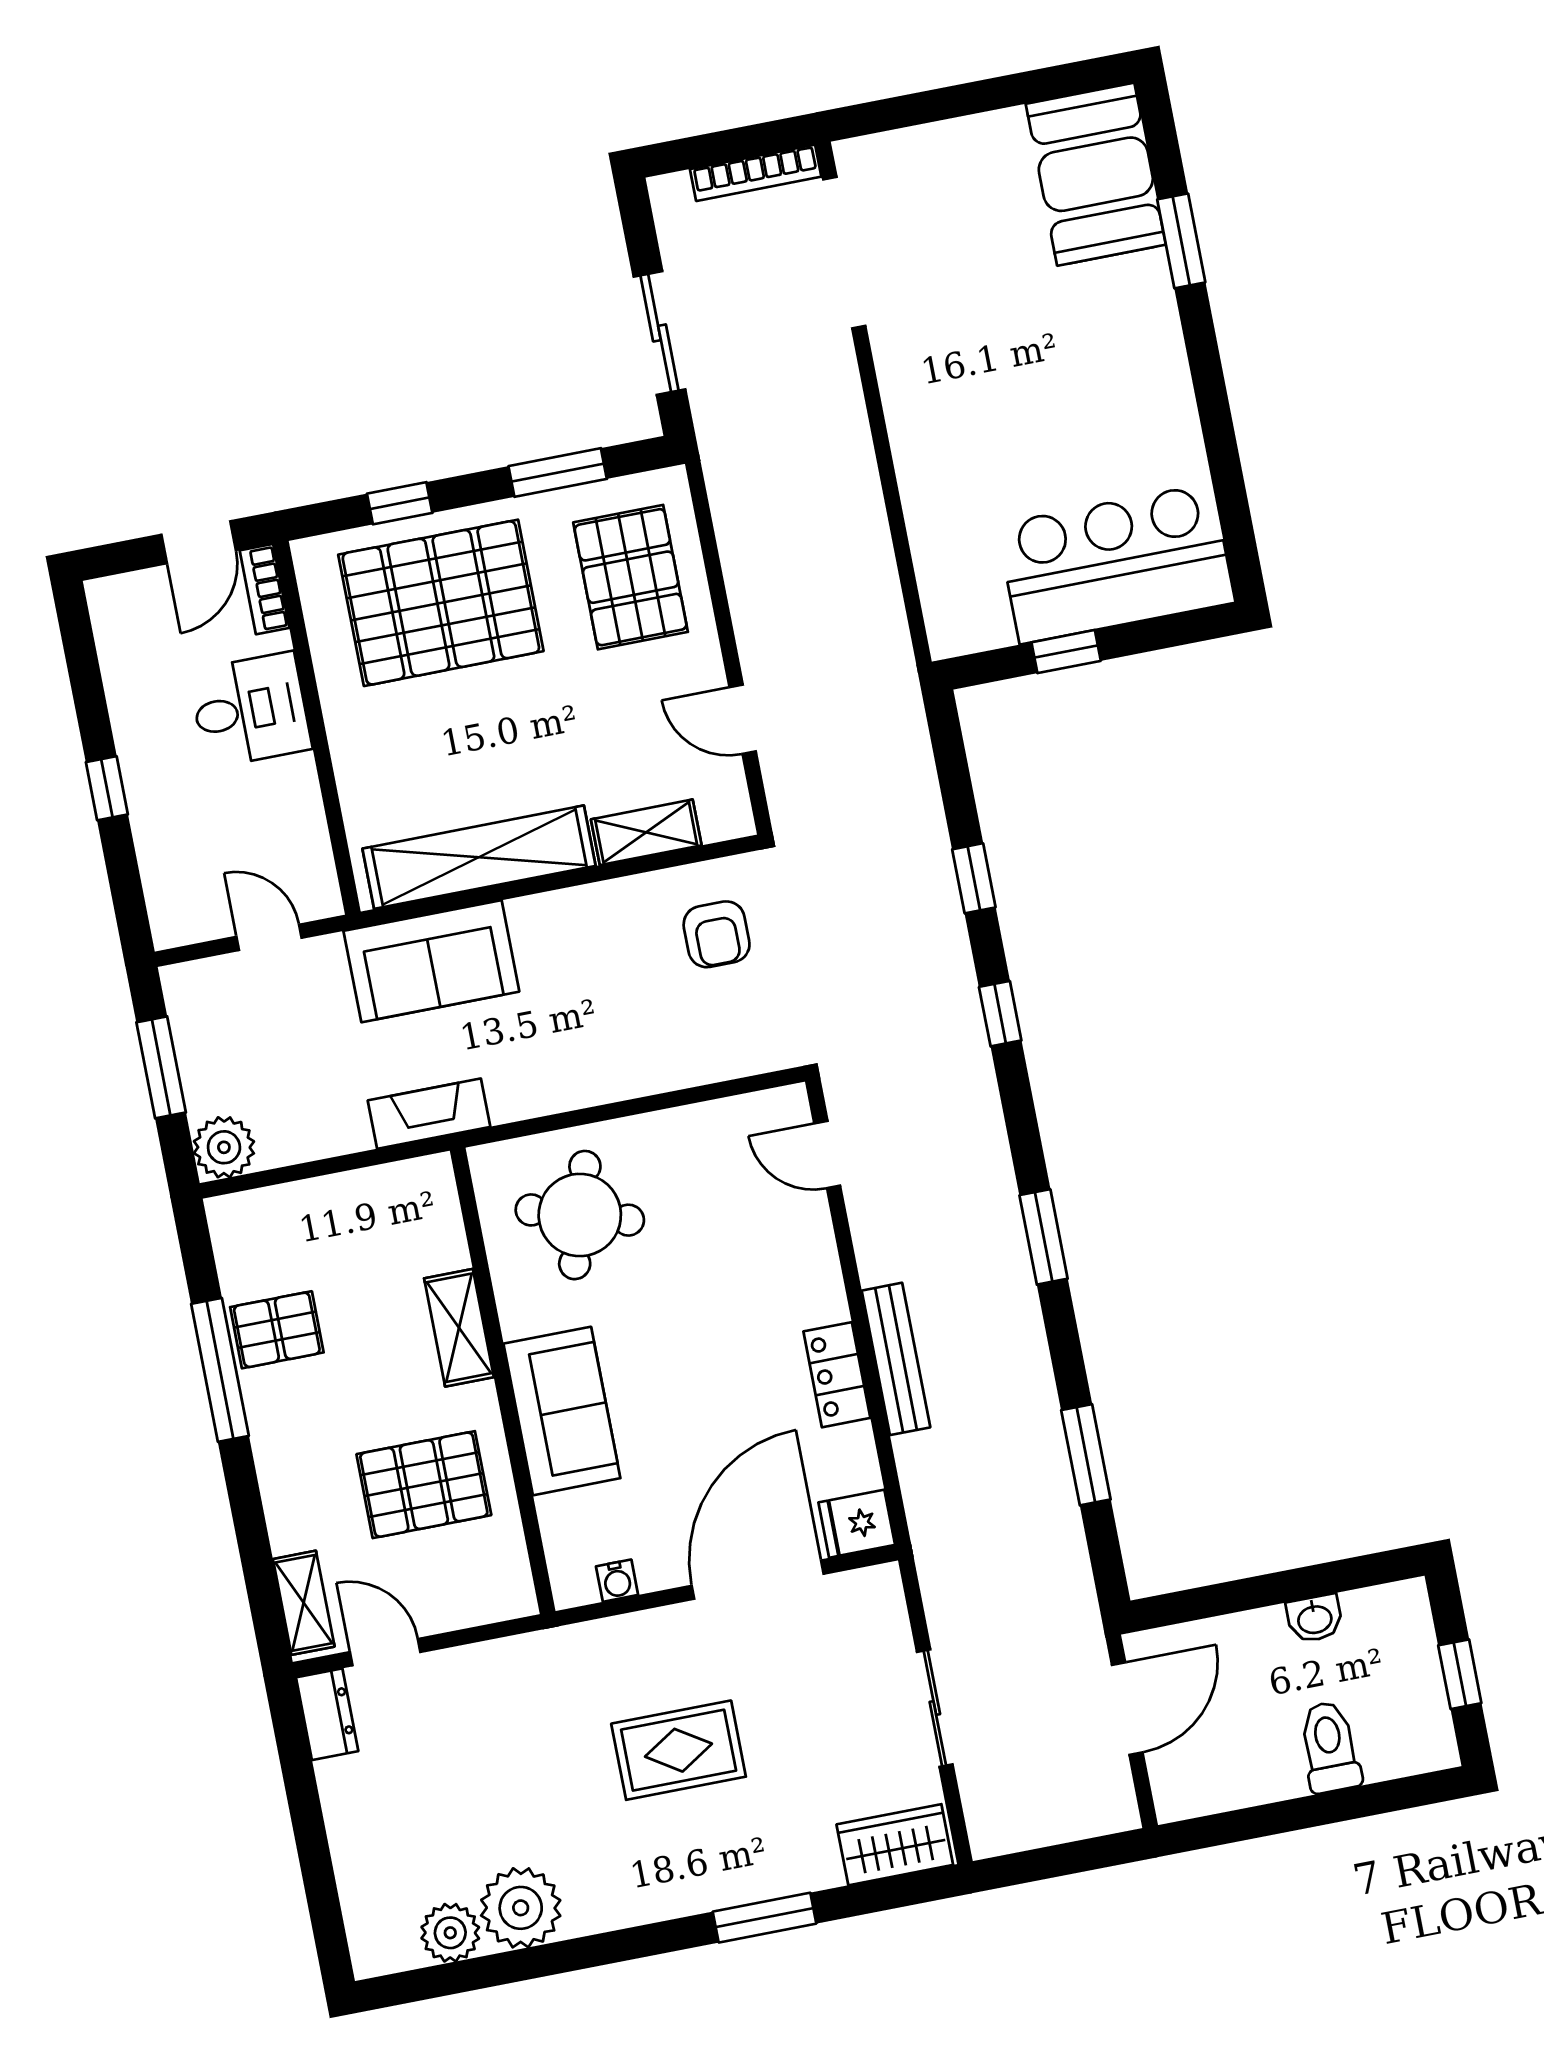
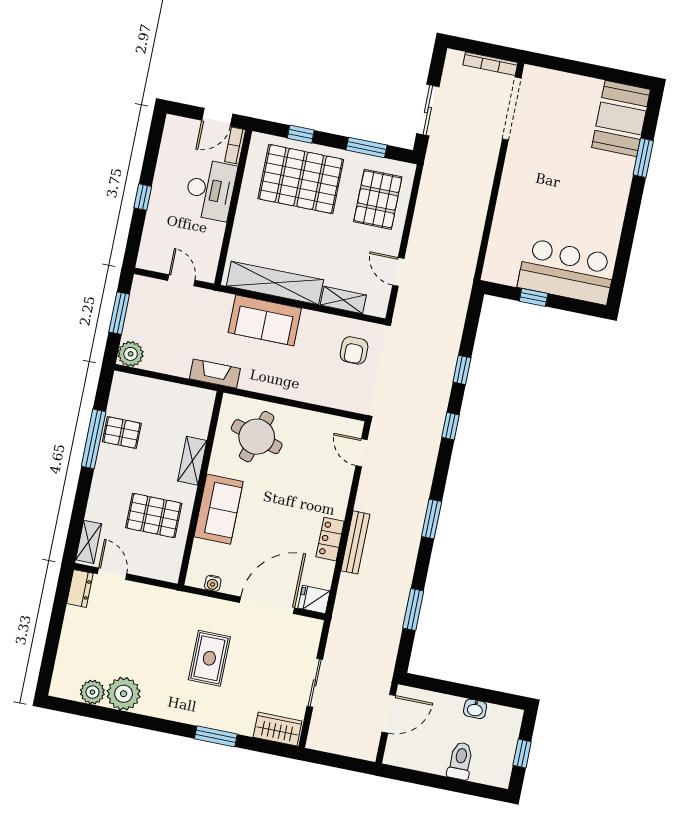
desk: (250, 710) -> (210, 190), width x1.37
sofa: (431, 961) -> (265, 320), moved
rug: (679, 1750) -> (209, 658), turned 90

